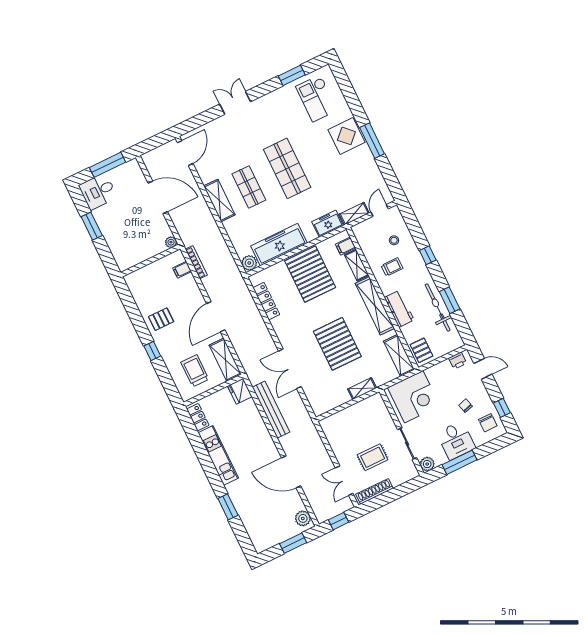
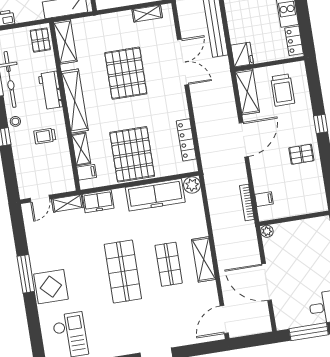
stool: (394, 240) -> (15, 121), moved
shelving: (362, 389) -> (147, 14), moved

